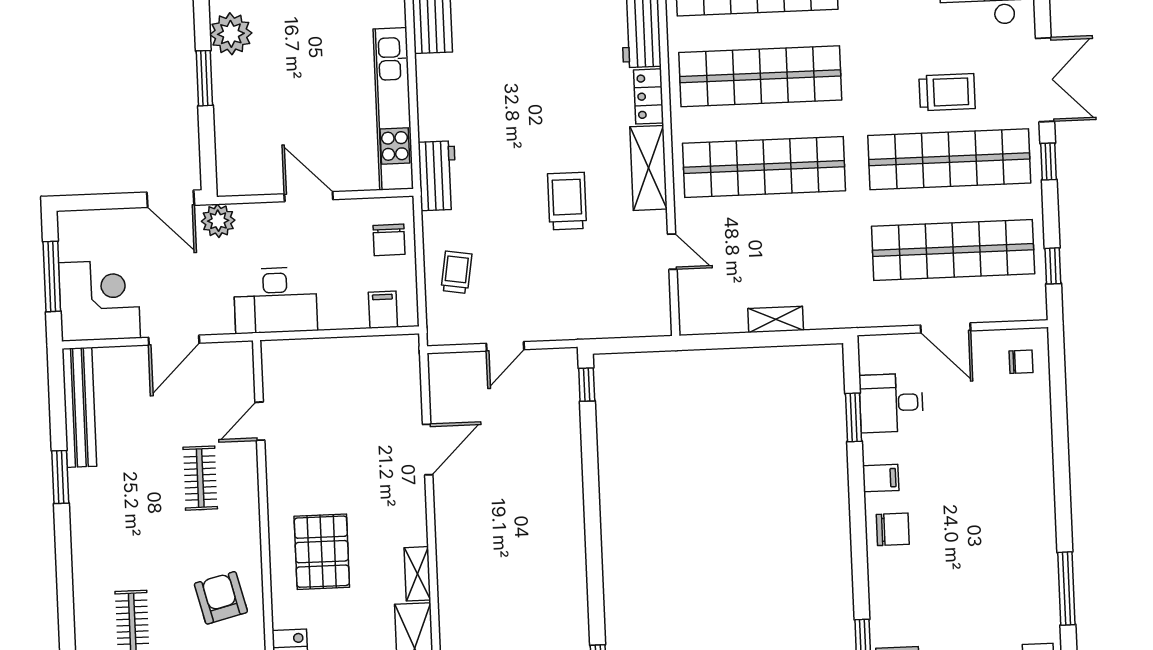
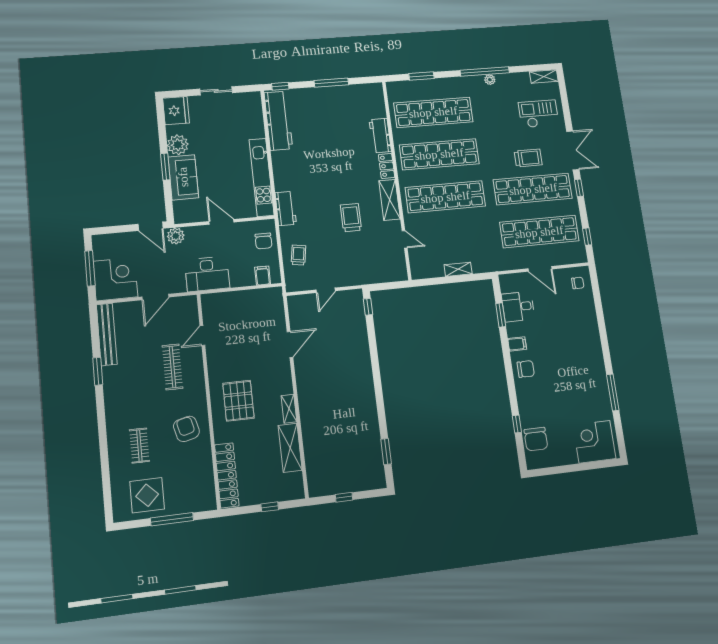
sofa: (239, 102) -> (183, 177), added
clothes rail: (200, 478) -> (172, 367), width x1.36

